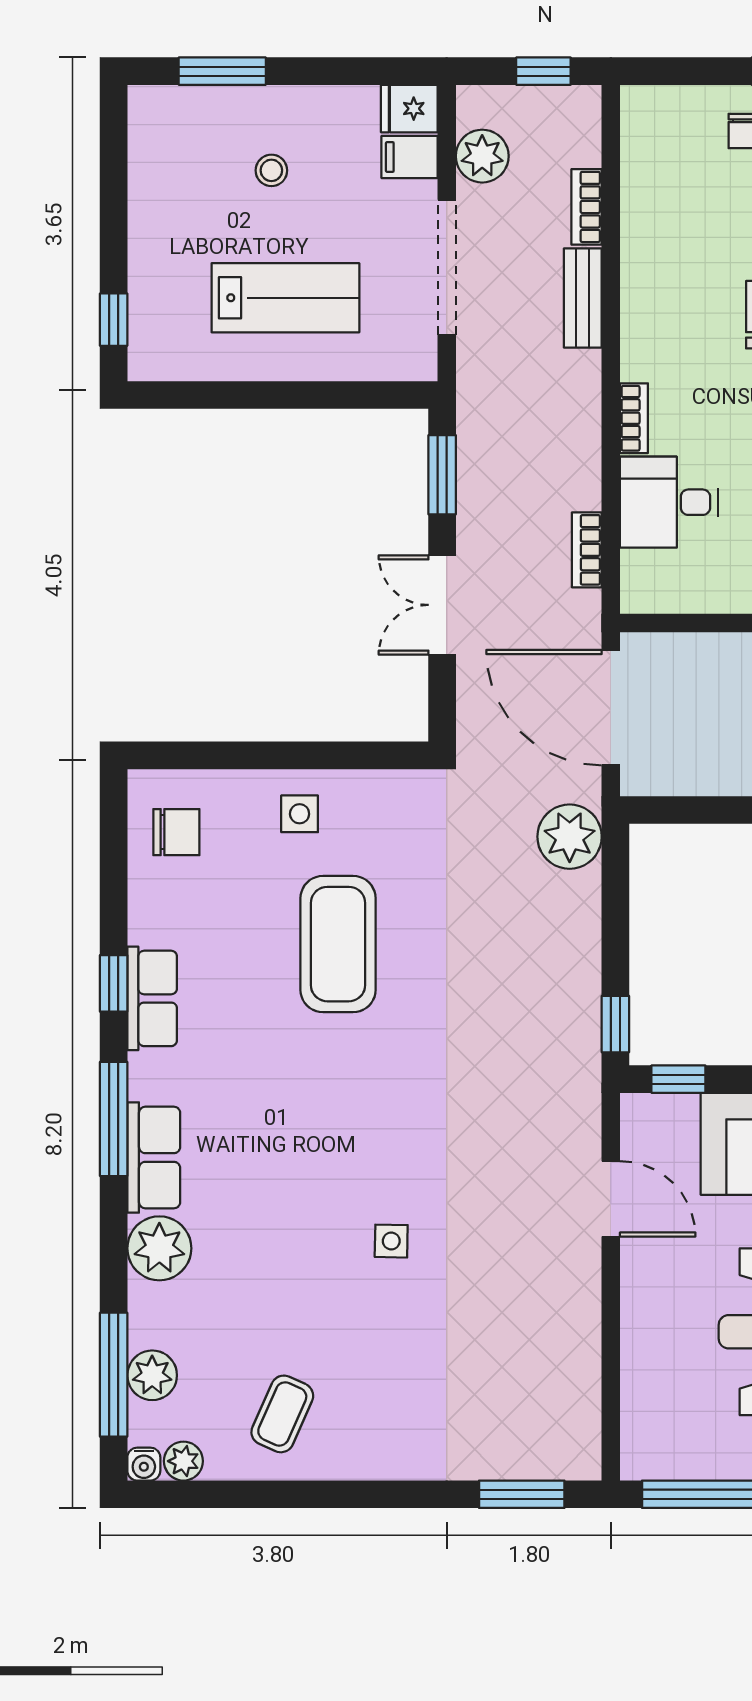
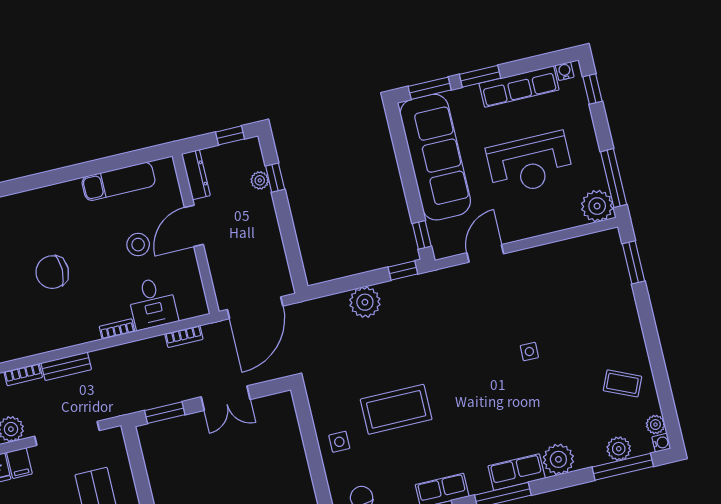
plant: (570, 837) -> (365, 302), moved
plant: (653, 1448) -> (597, 206), added

